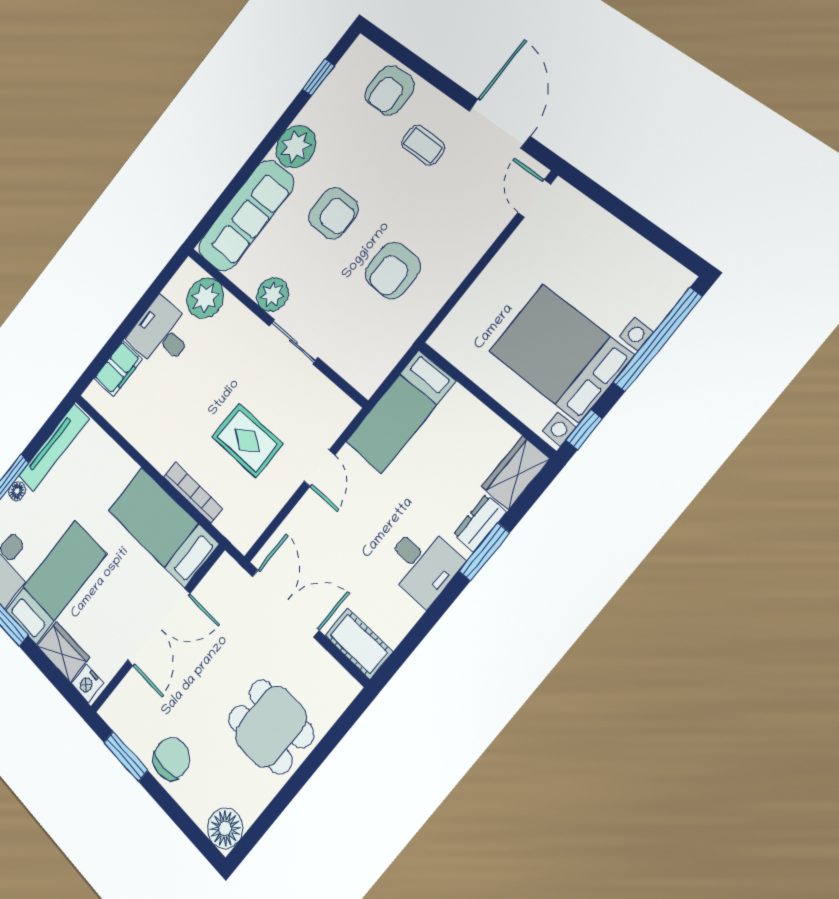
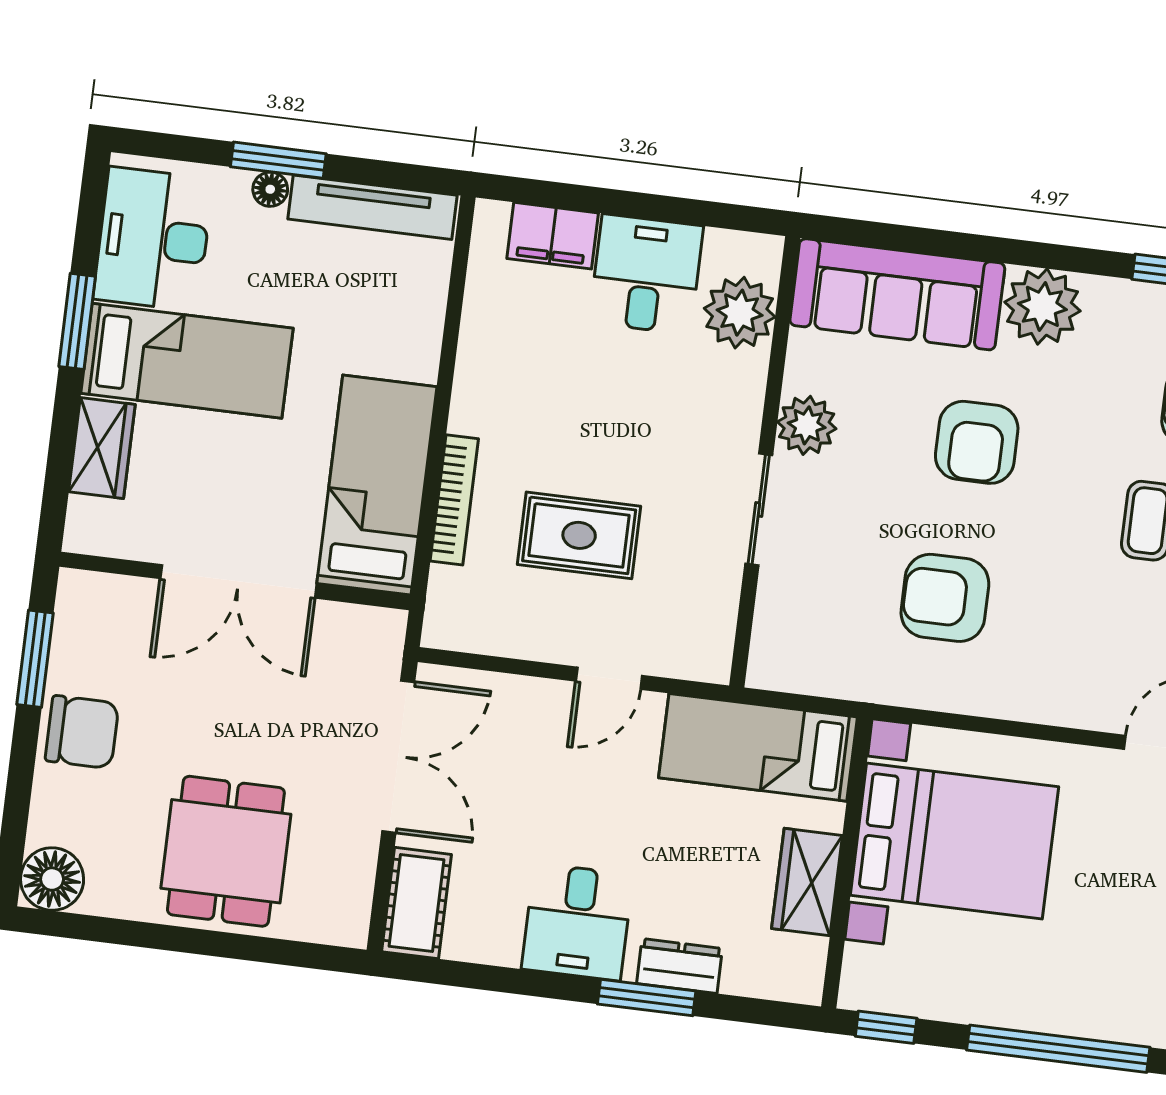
bed with nightstands: (561, 353) -> (954, 841), moved, turned 90
rug: (247, 440) -> (579, 535), turned 90
wardrobe: (516, 473) -> (807, 882), moved, turned -90
nightstand: (87, 683) -> (87, 522), removed

